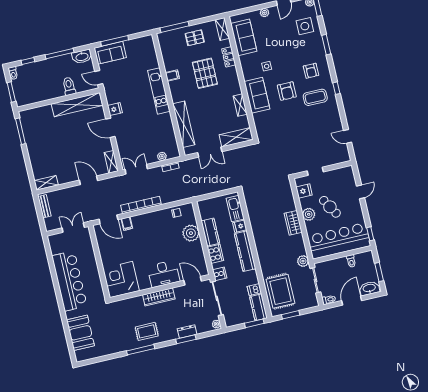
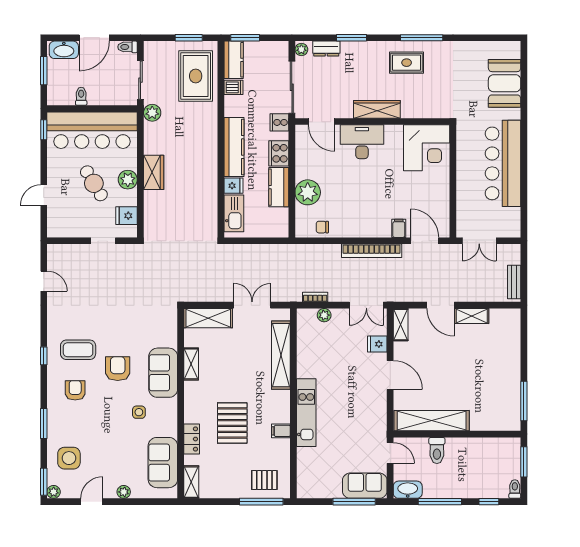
pallet: (195, 38) -> (264, 480), moved
fridge: (115, 109) -> (377, 344), moved
shelving: (46, 183) -> (472, 316), moved
dresser: (187, 332) -> (326, 49), moved

